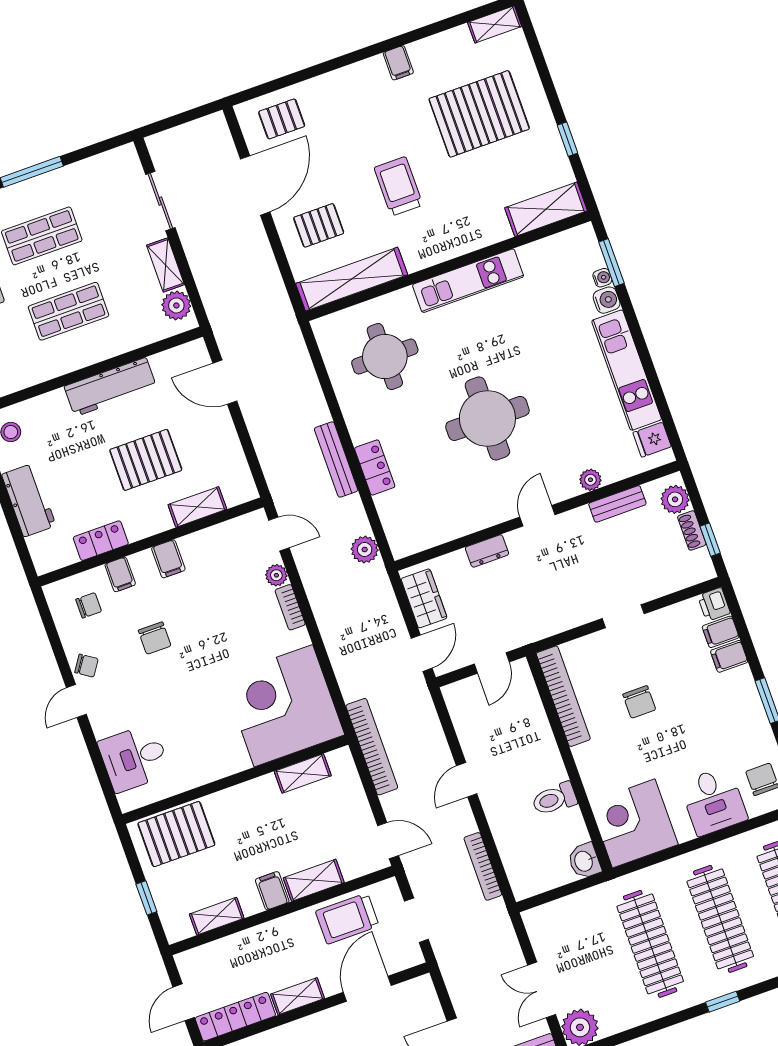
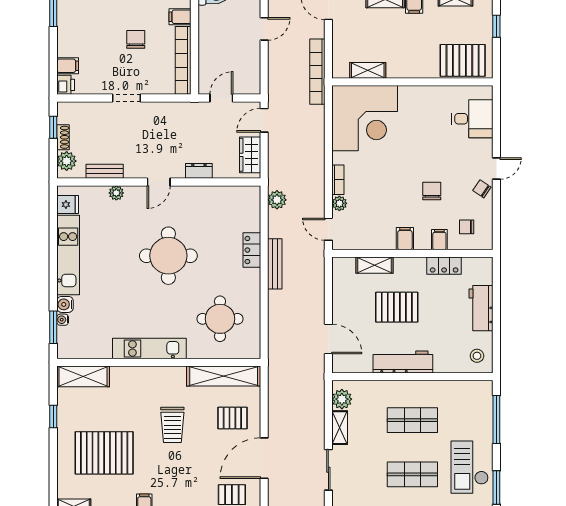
filing cabinet: (729, 656) -> (180, 17), moved, turned 180

